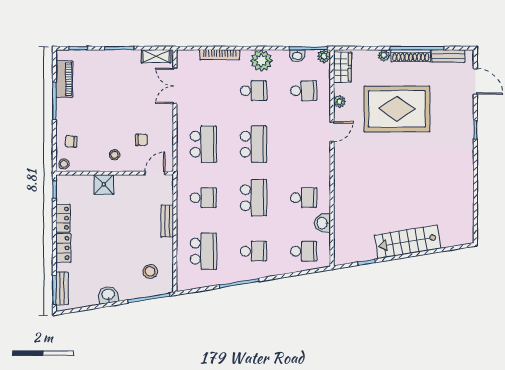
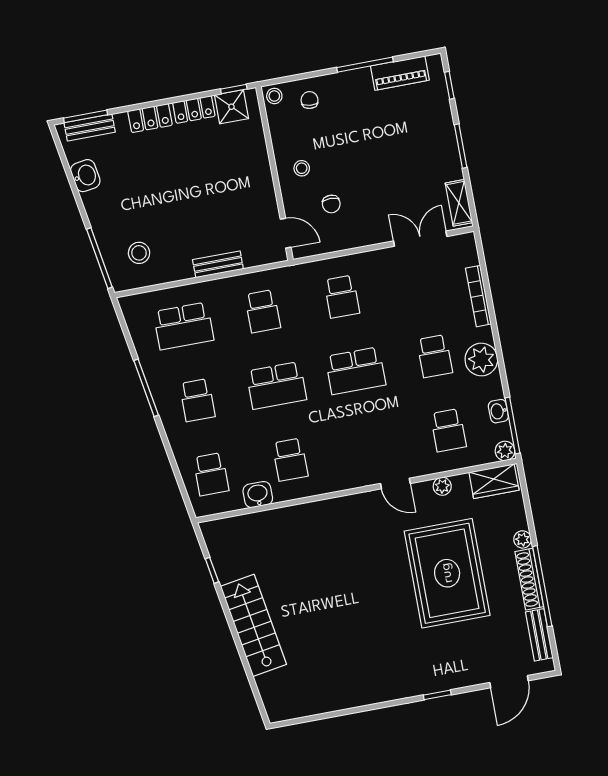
school desk: (203, 144) -> (342, 297), width x0.54
shower: (104, 185) -> (231, 107), moved
washbasin: (108, 295) -> (85, 176), moved

